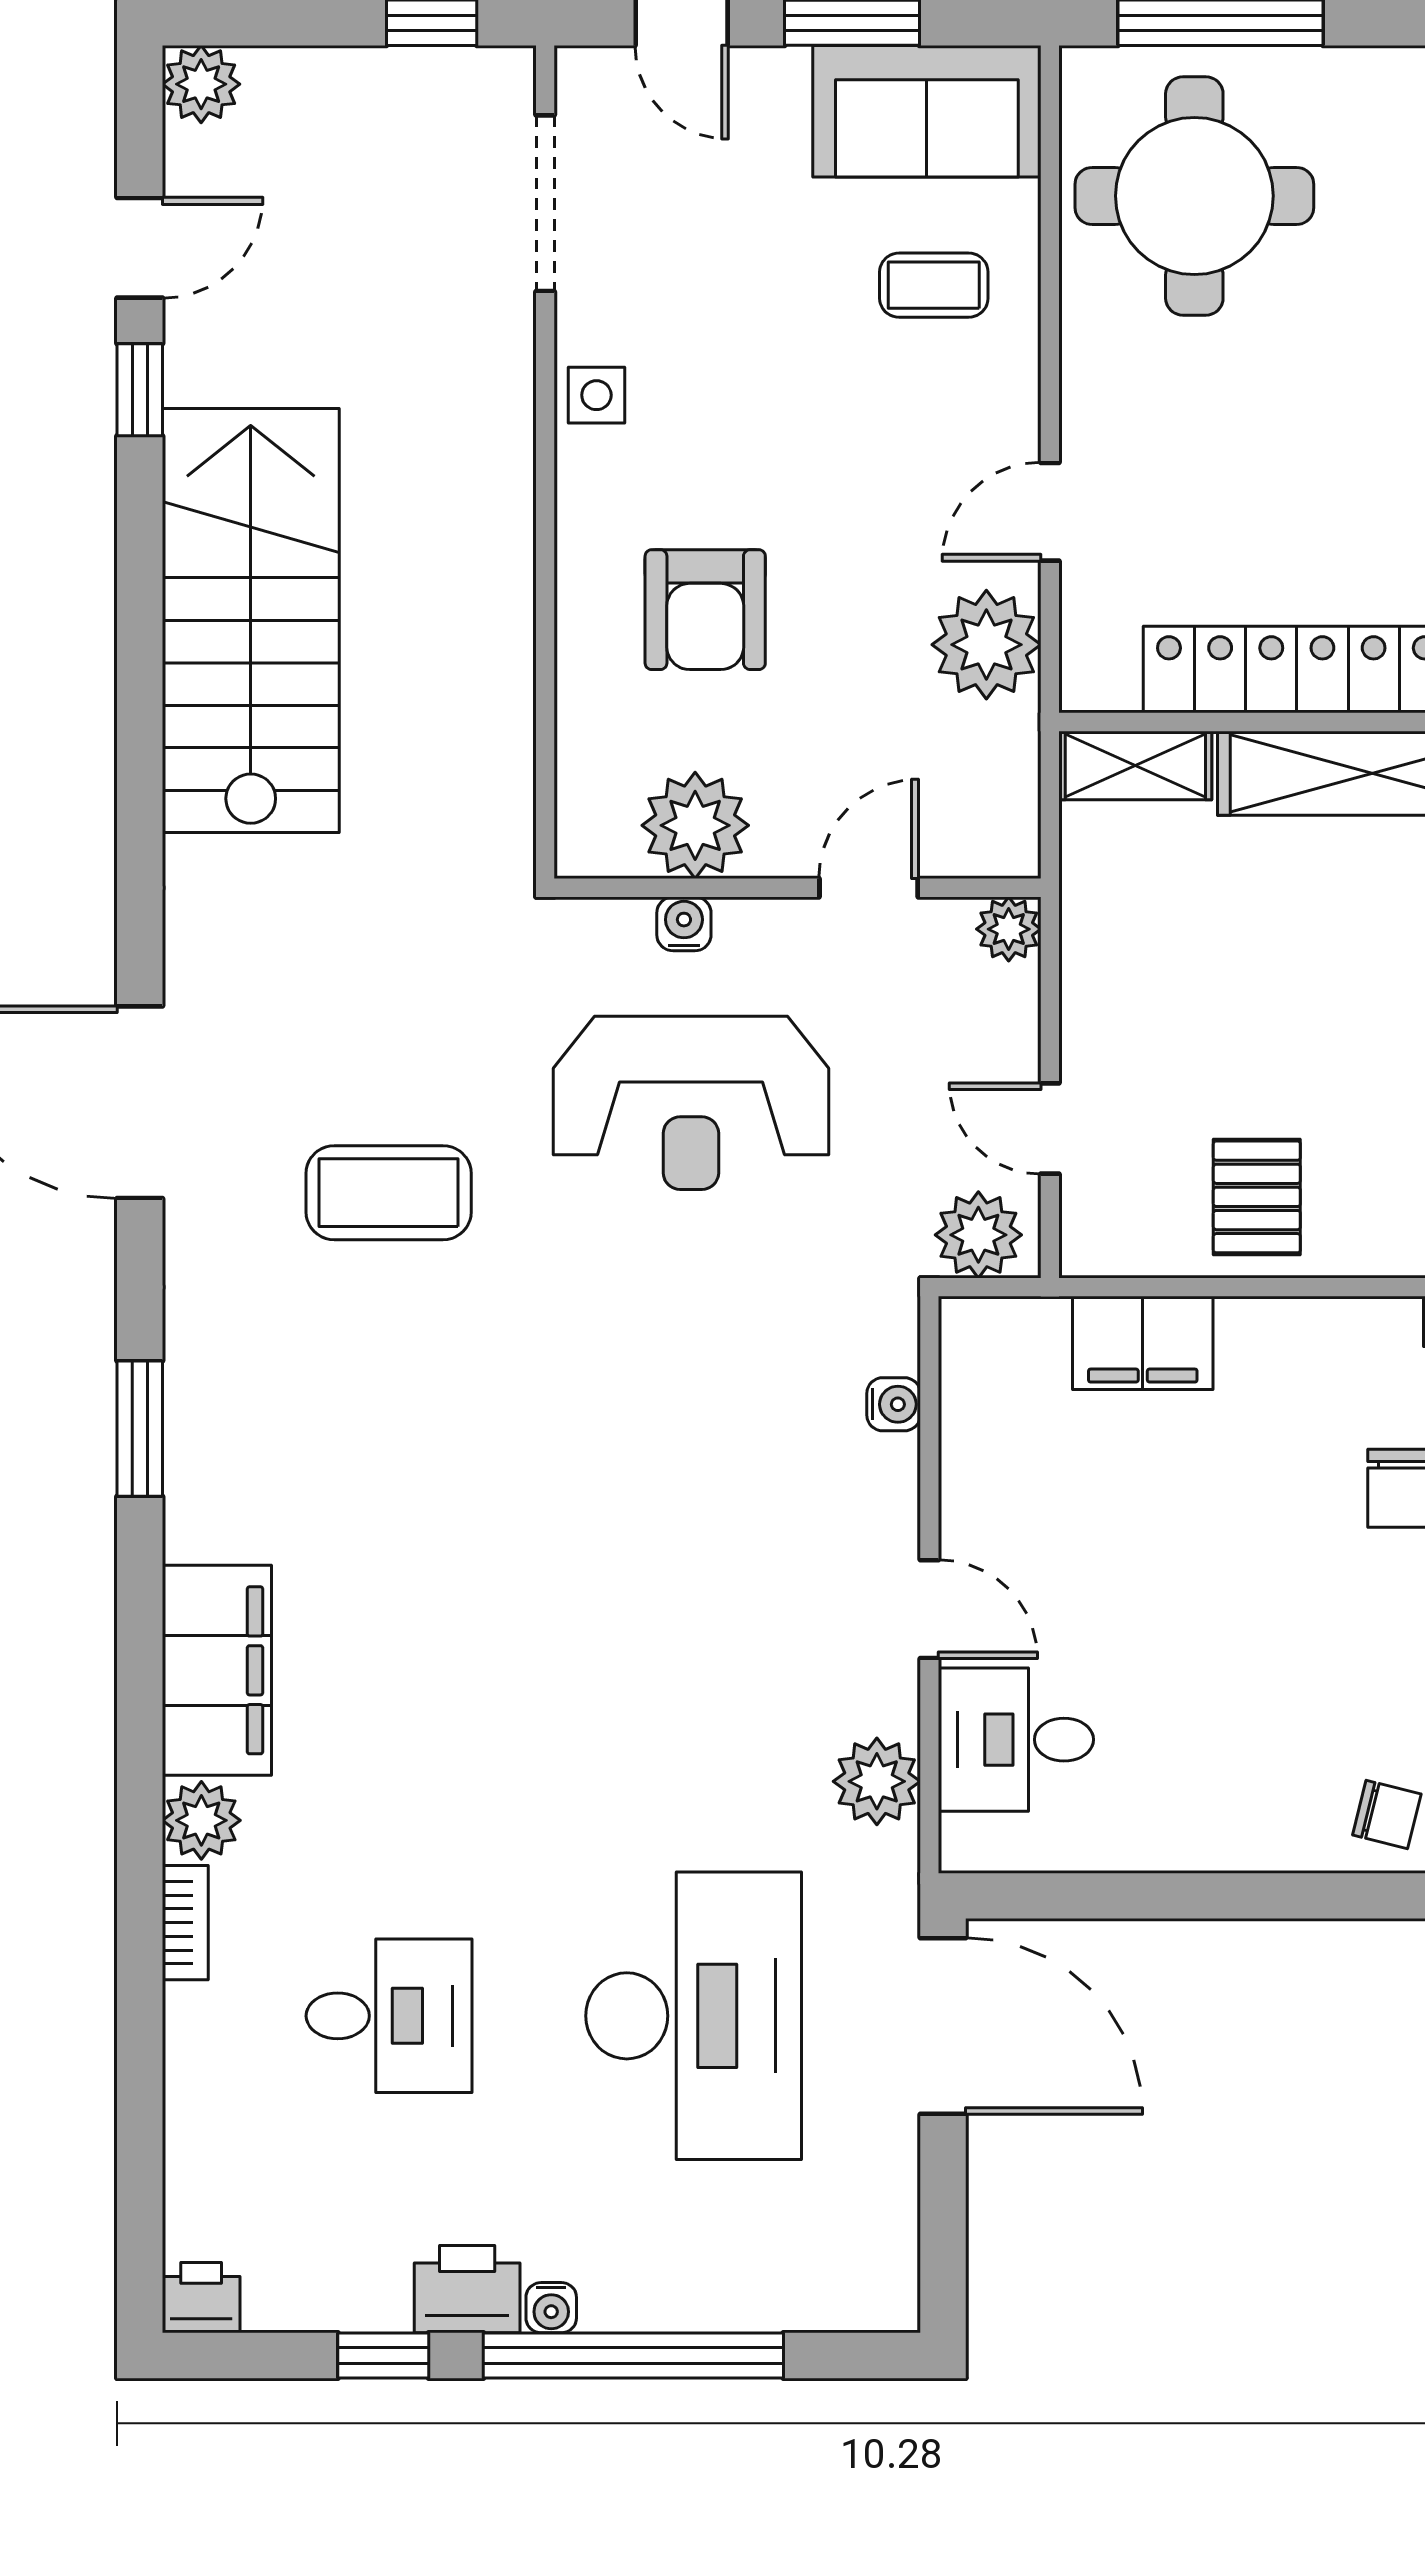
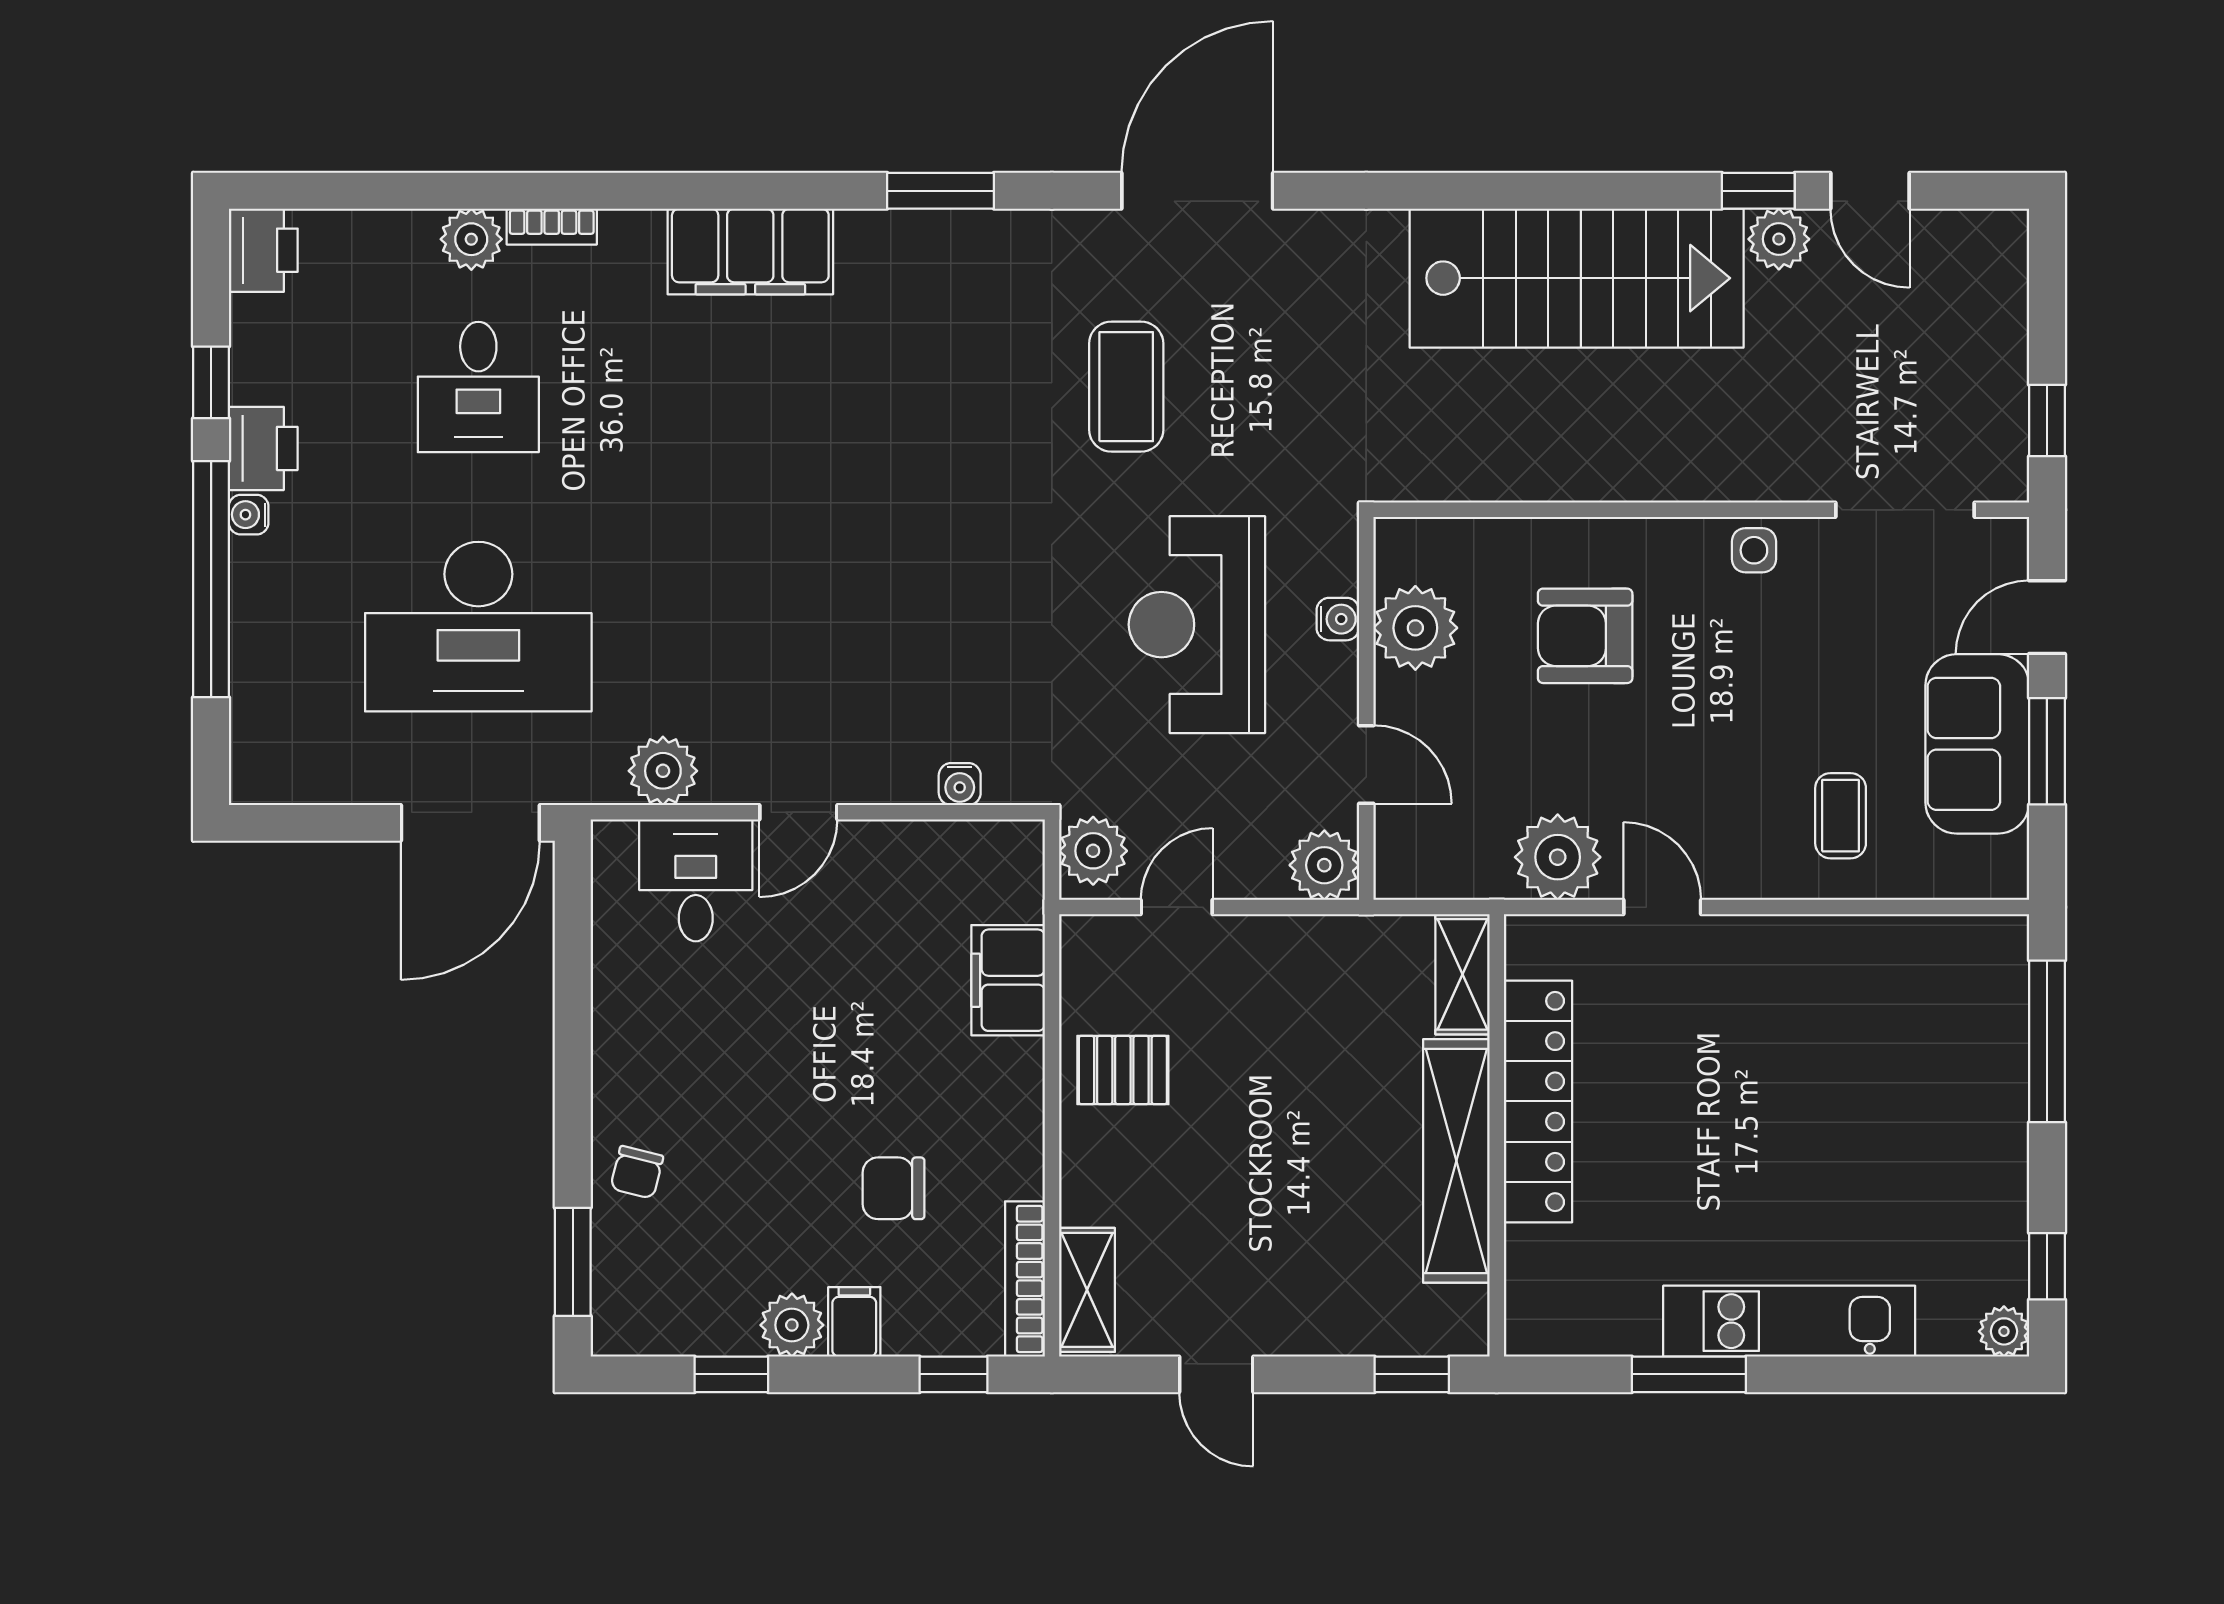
plant: (201, 84) -> (1779, 239), moved
sofa: (927, 111) -> (1977, 744), moved
round table: (1194, 196) -> (1911, 1021), removed
plant: (1009, 929) -> (1324, 865), width x1.38, depth x1.38
plant: (201, 1820) -> (471, 239), moved
printer: (201, 2298) -> (263, 250), width x1.36, depth x1.24

